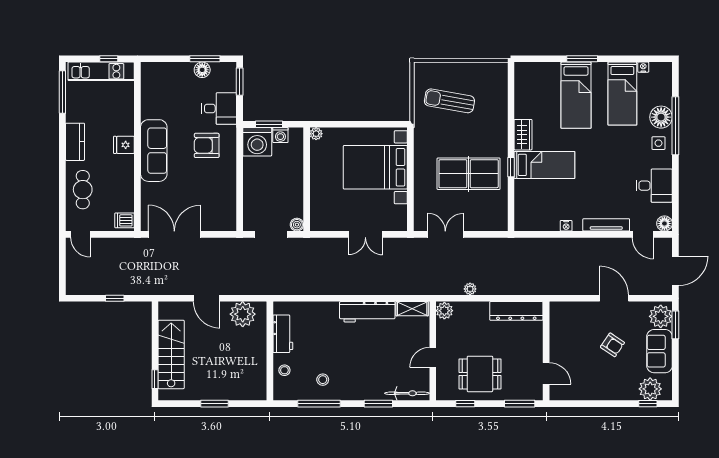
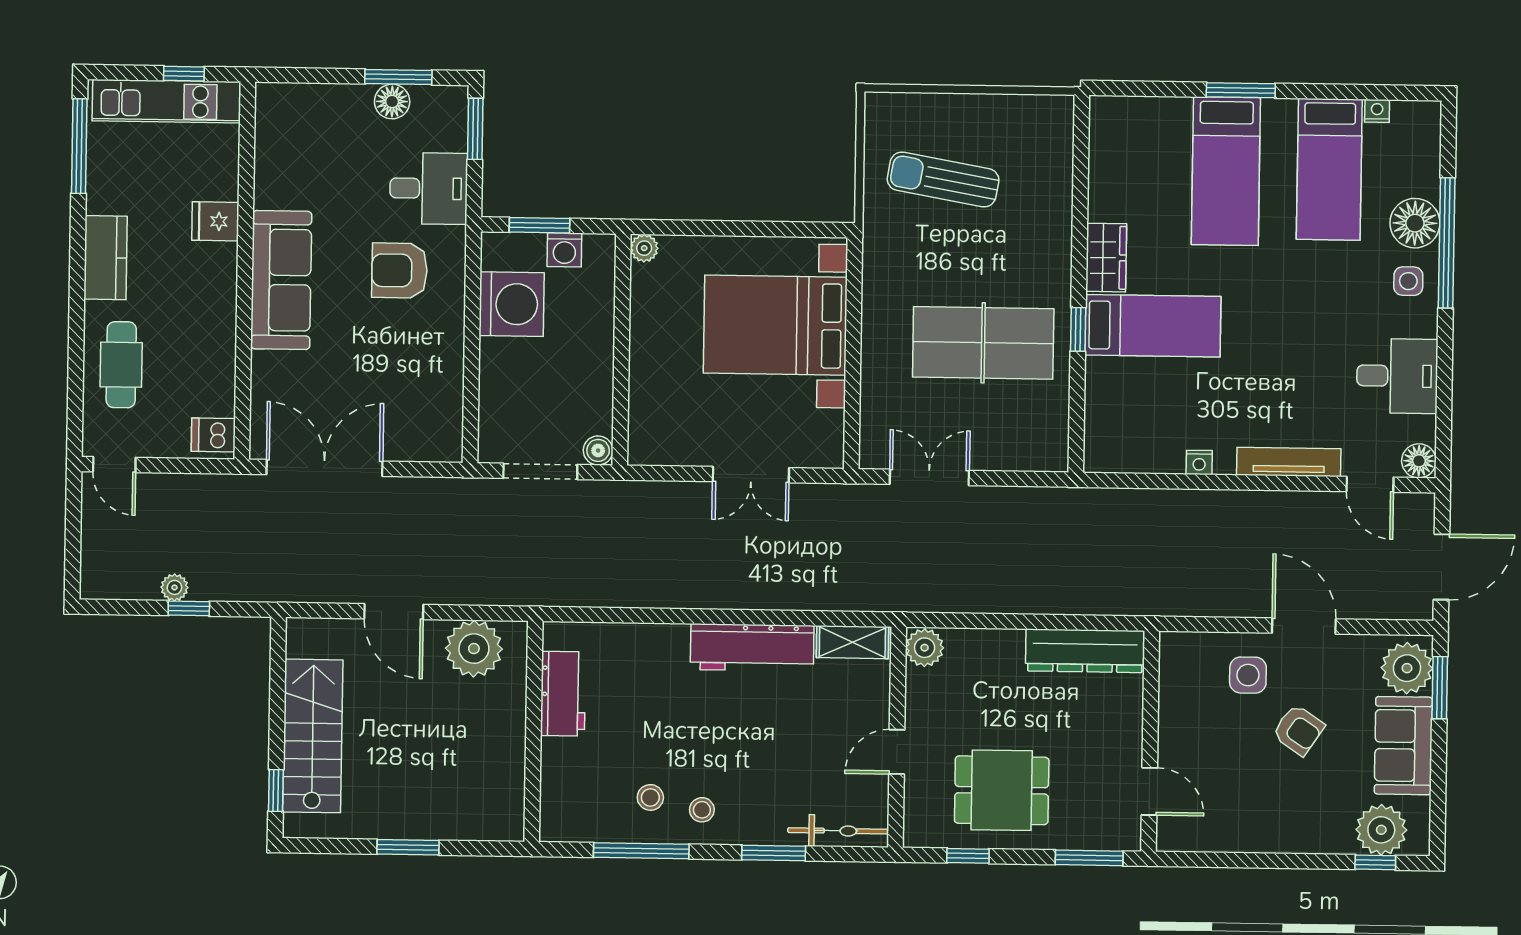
washing machine: (257, 142) -> (512, 304), moved, turned -90
fridge: (124, 145) -> (215, 221), moved
plant: (470, 289) -> (174, 587), moved
side table: (589, 321) -> (1248, 675), added
stool: (284, 370) -> (702, 810), moved

